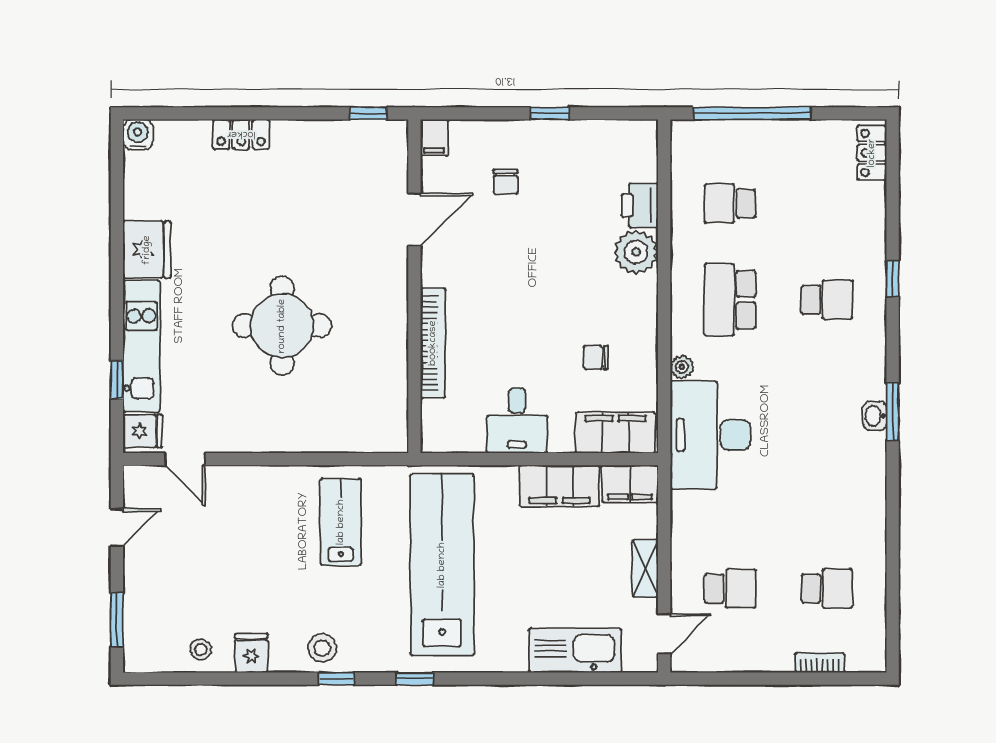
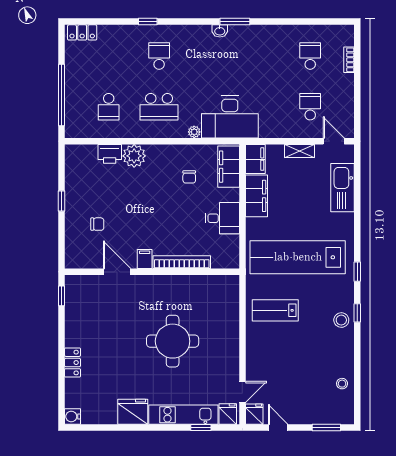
filing cabinet: (434, 138) -> (145, 259), moved, turned -90
window: (893, 412) -> (235, 22), moved
fridge: (251, 653) -> (254, 414), moved, turned 90

